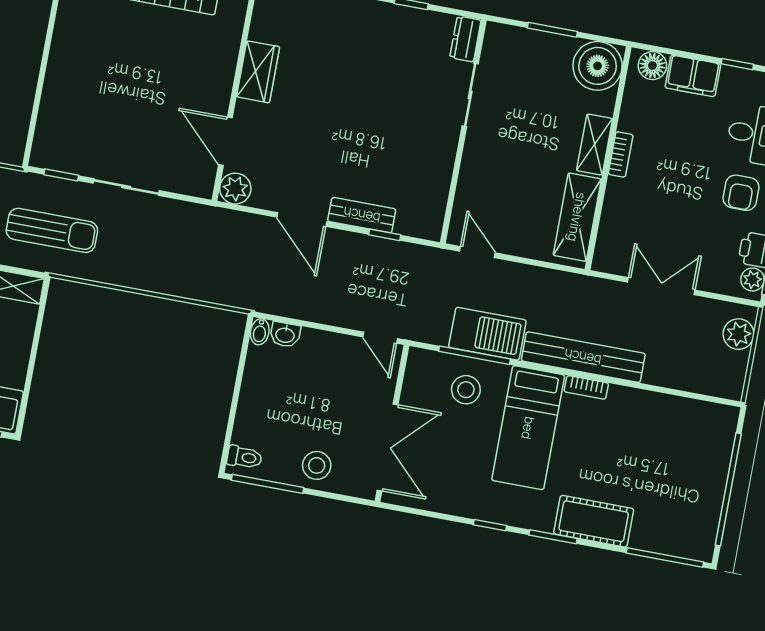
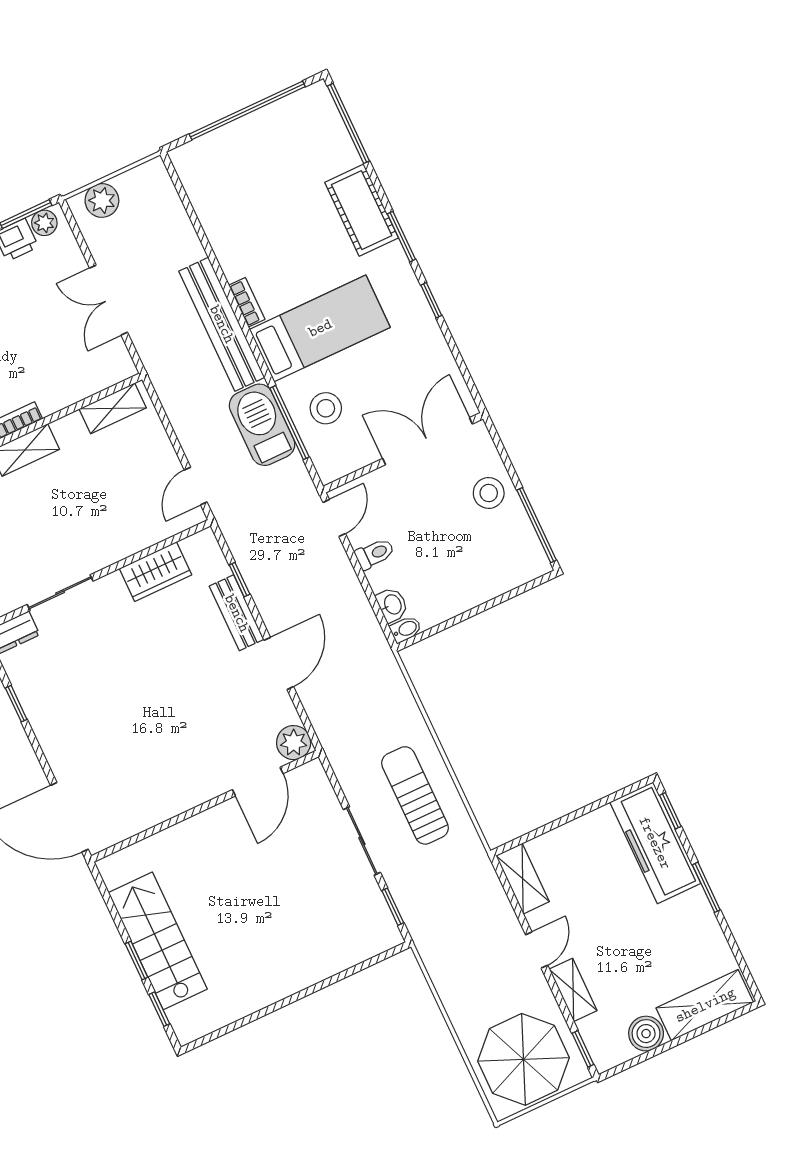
wardrobe: (258, 72) -> (155, 572), moved, turned 180
shelving: (577, 217) -> (113, 408), width x0.67, depth x0.75
sun lounger: (52, 230) -> (415, 795), moved
toilet: (244, 457) -> (375, 554), moved, turned 90

